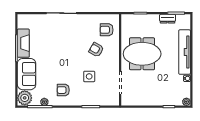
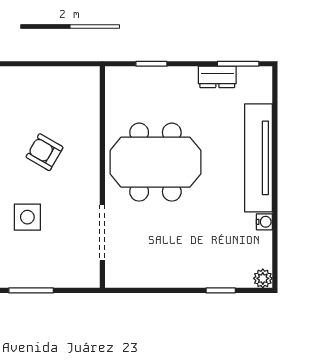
armchair: (107, 30) -> (69, 104), removed

